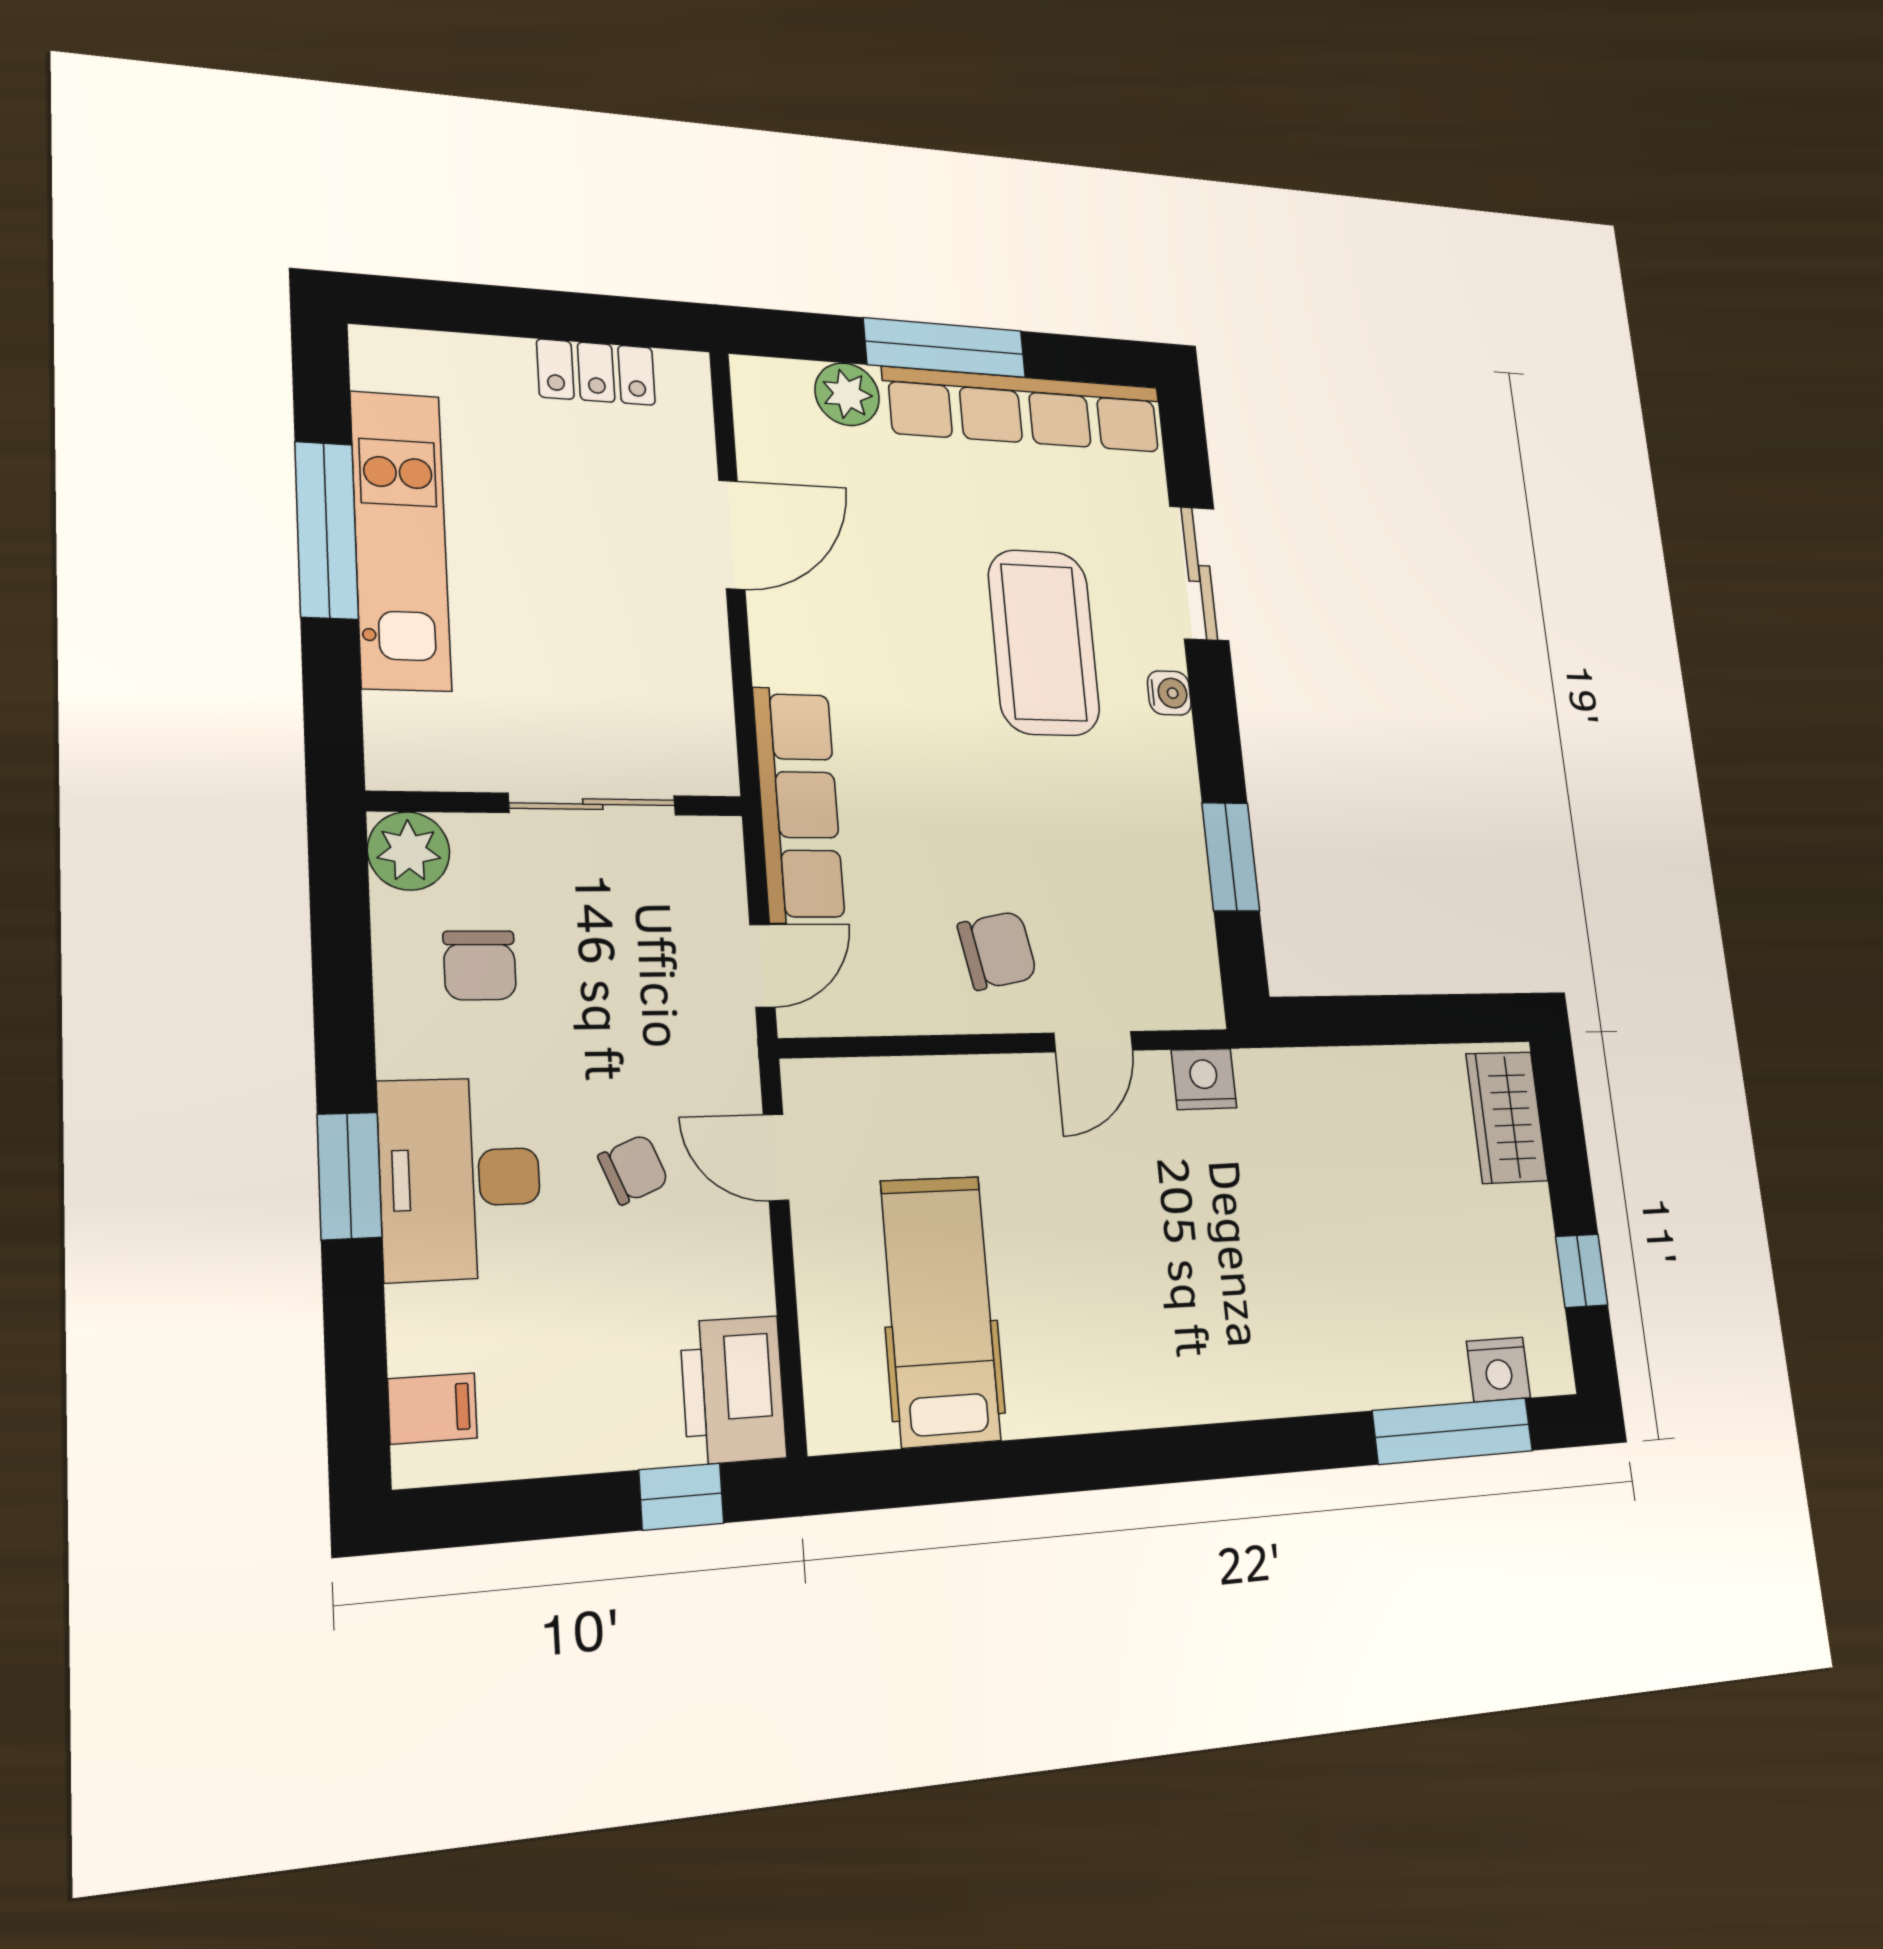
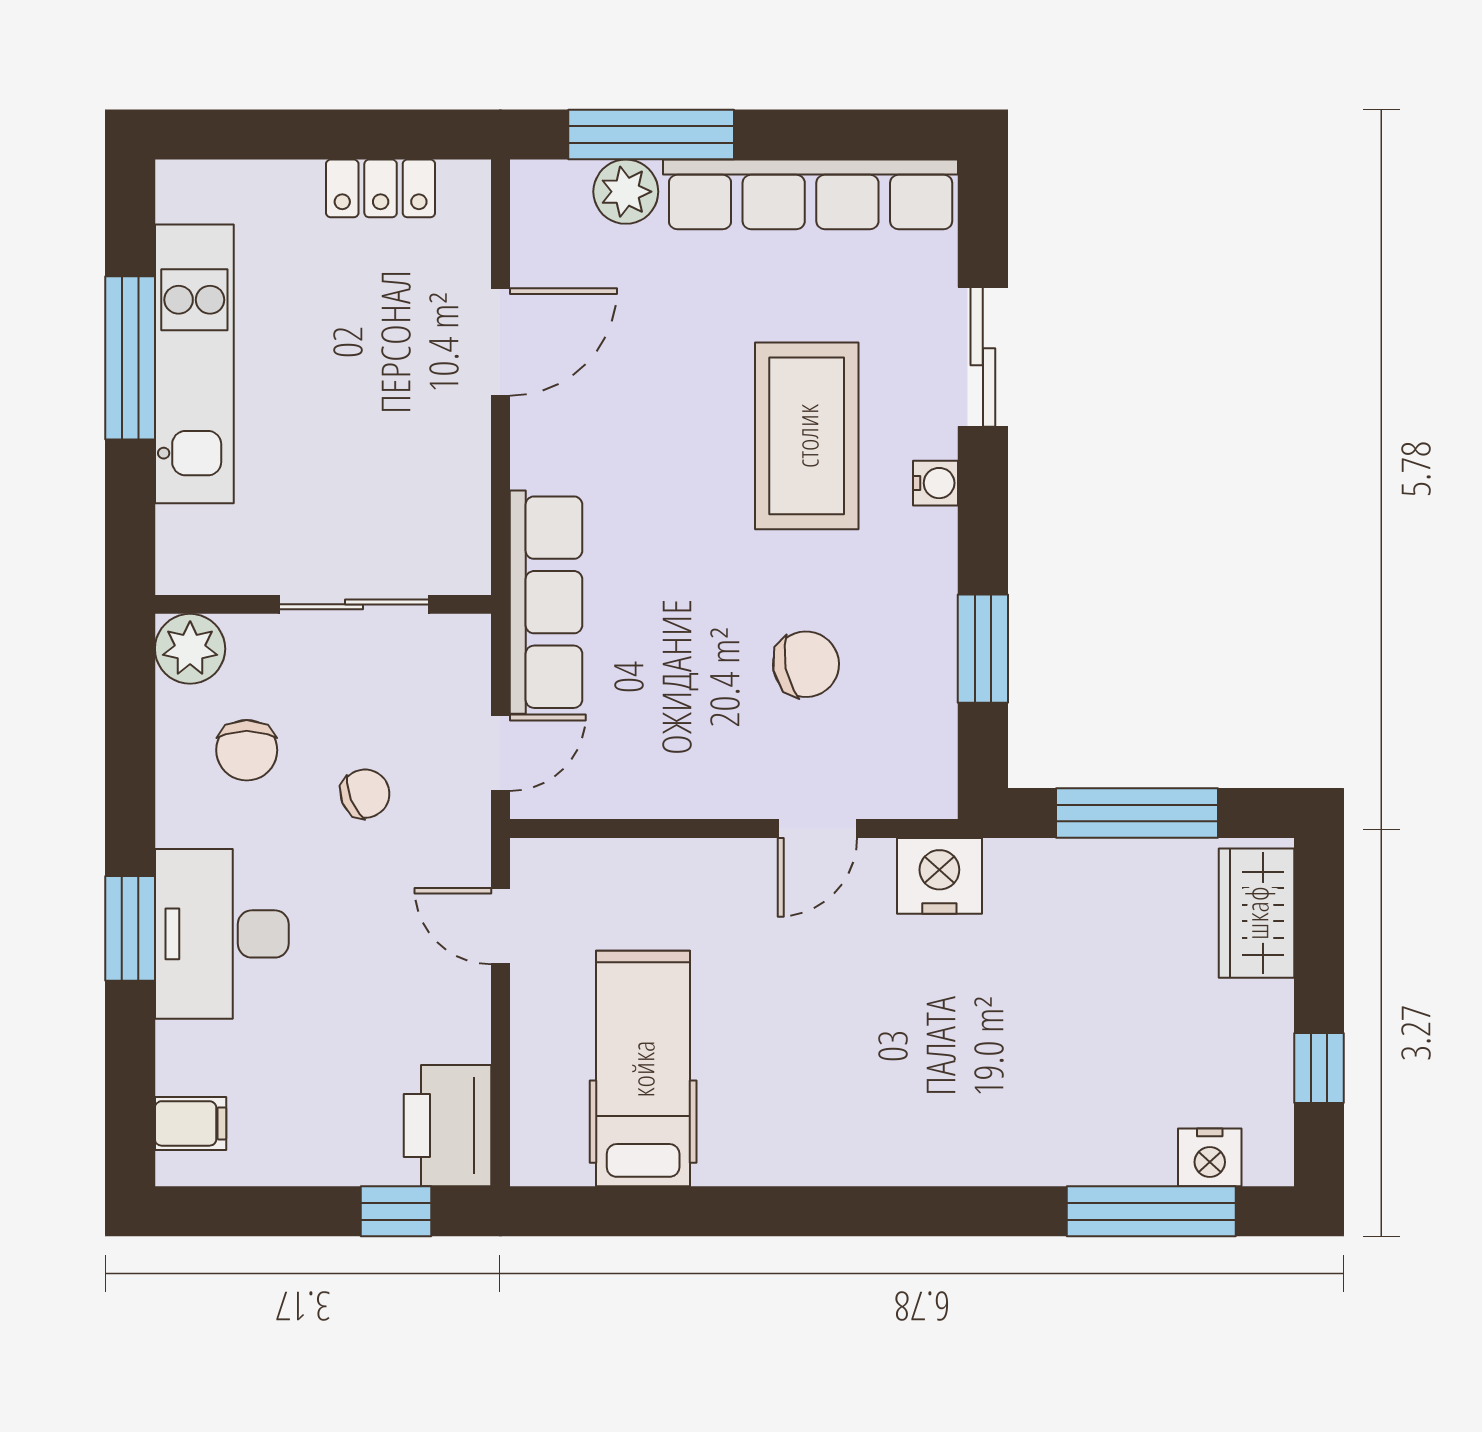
window: (945, 348) -> (651, 134), moved
chair: (997, 950) -> (806, 664), moved
window: (1389, 1020) -> (1137, 813), added
nightstand: (1204, 1079) -> (939, 876), width x1.36, depth x1.33
chair: (633, 1169) -> (365, 794), moved

